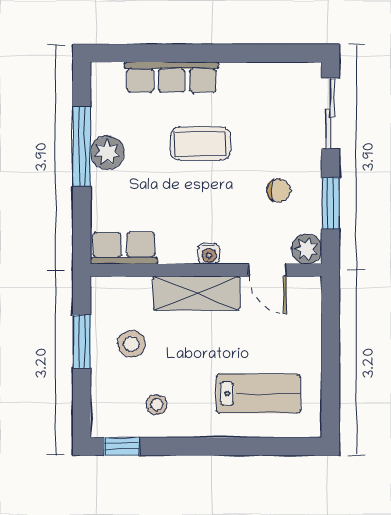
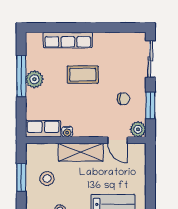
water cooler: (209, 254) -> (67, 132), moved

